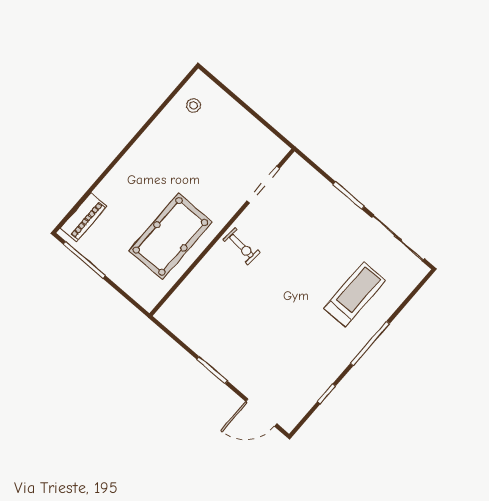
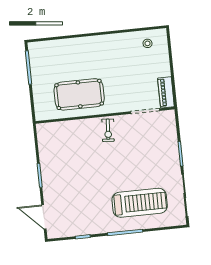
piano: (84, 217) -> (166, 92), moved, turned 90
treadmill: (355, 294) -> (140, 203), width x1.37, depth x1.38

